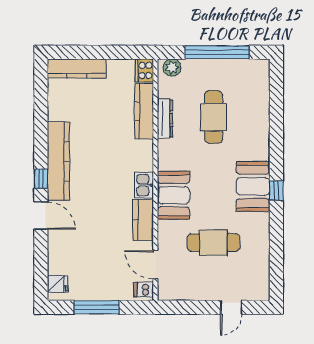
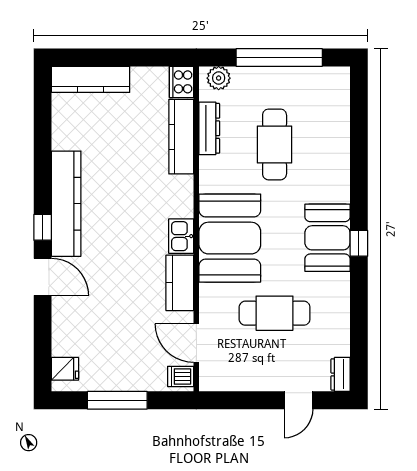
dresser: (165, 119) -> (209, 128), moved
booth: (173, 195) -> (230, 238), width x1.36, depth x1.42
dresser: (263, 288) -> (341, 374), added

